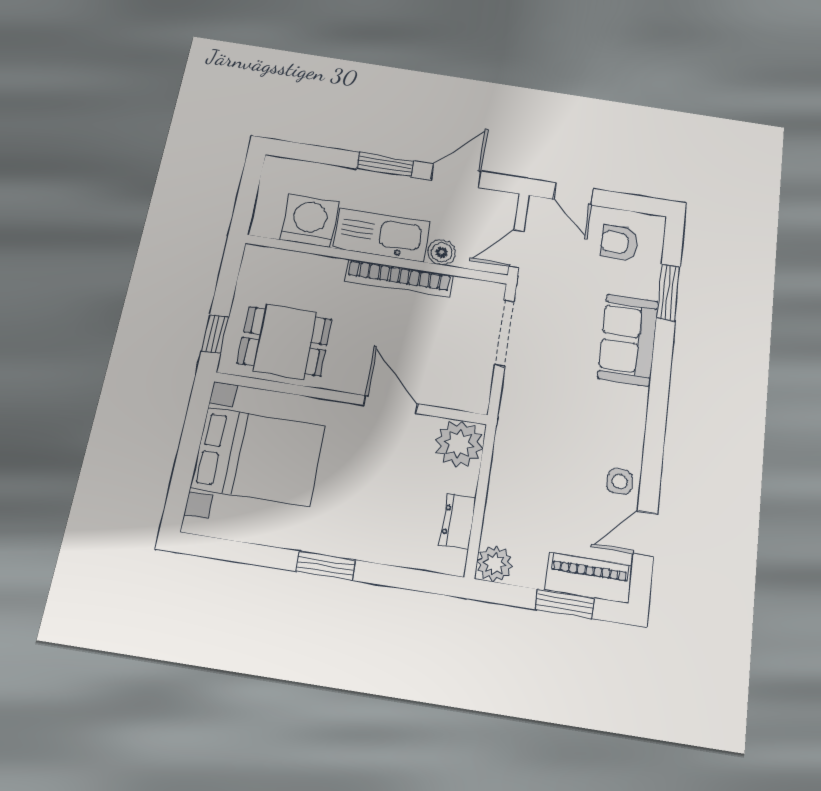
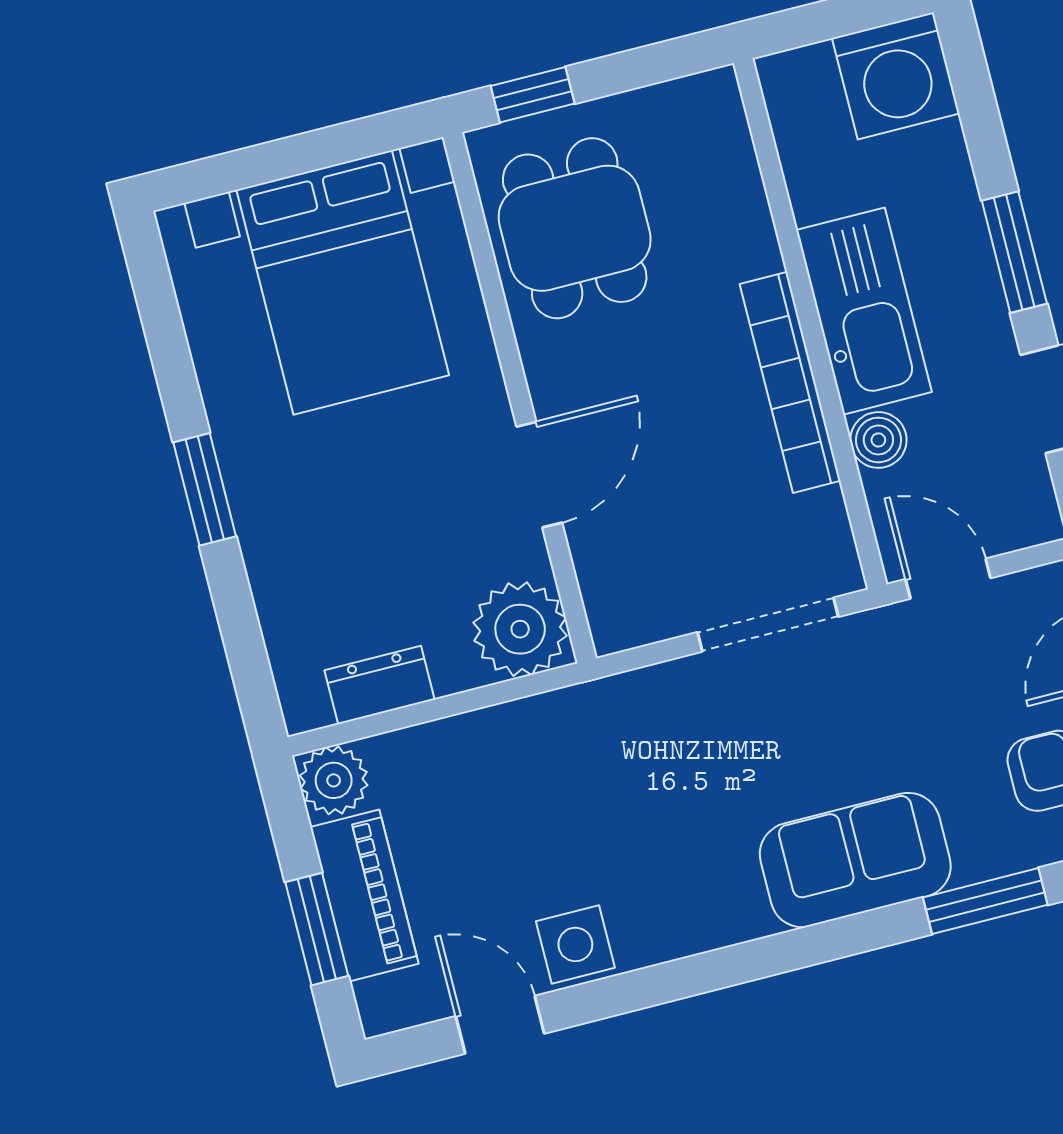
washing machine: (309, 221) -> (896, 76), moved, turned 90
side table: (620, 482) -> (575, 944), width x1.37, depth x1.37
piano: (589, 578) -> (364, 895), moved

